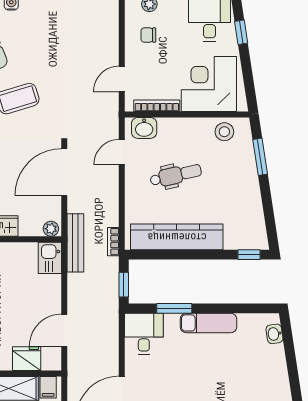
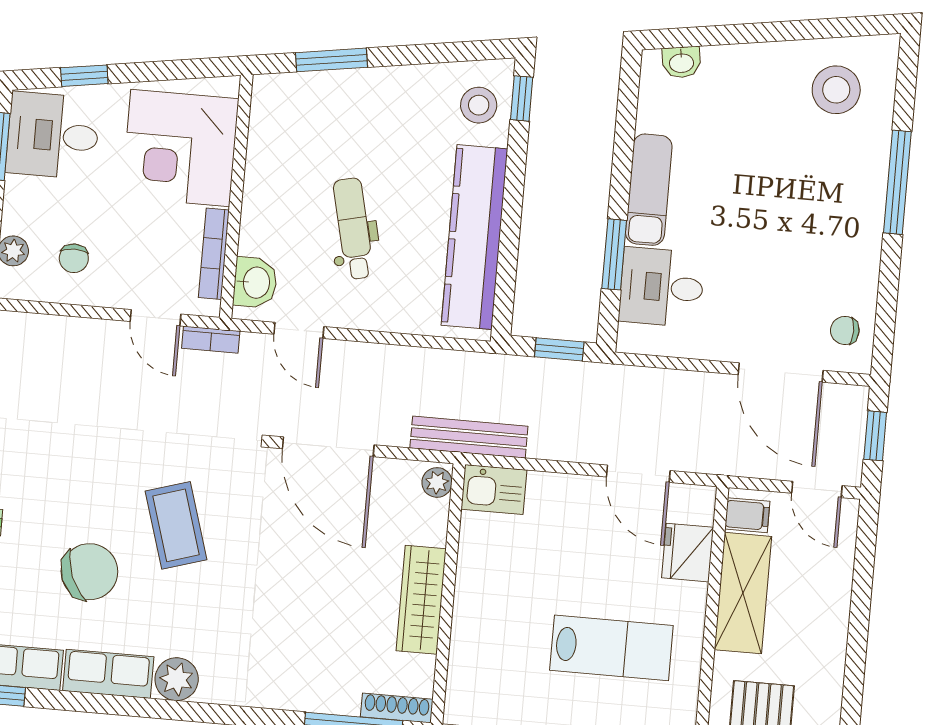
stool: (224, 132) -> (479, 105), moved
bookcase: (113, 242) -> (211, 340), moved
desk: (144, 334) -> (662, 287), moved

